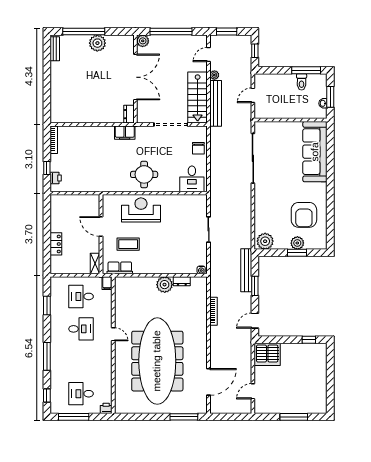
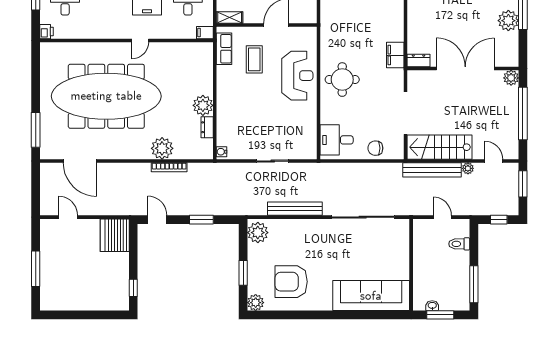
double door: (135, 77) -> (465, 68), swing flipped
toilet: (302, 82) -> (459, 244), moved
plant: (297, 243) -> (256, 303), moved
bench: (246, 270) -> (295, 209), moved
plant: (199, 317) -> (162, 148), added

